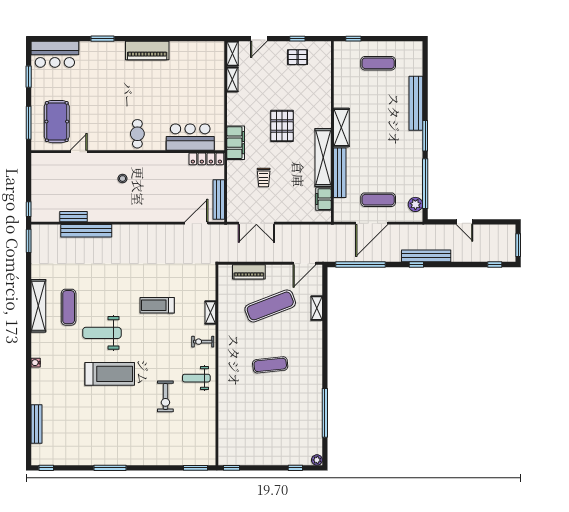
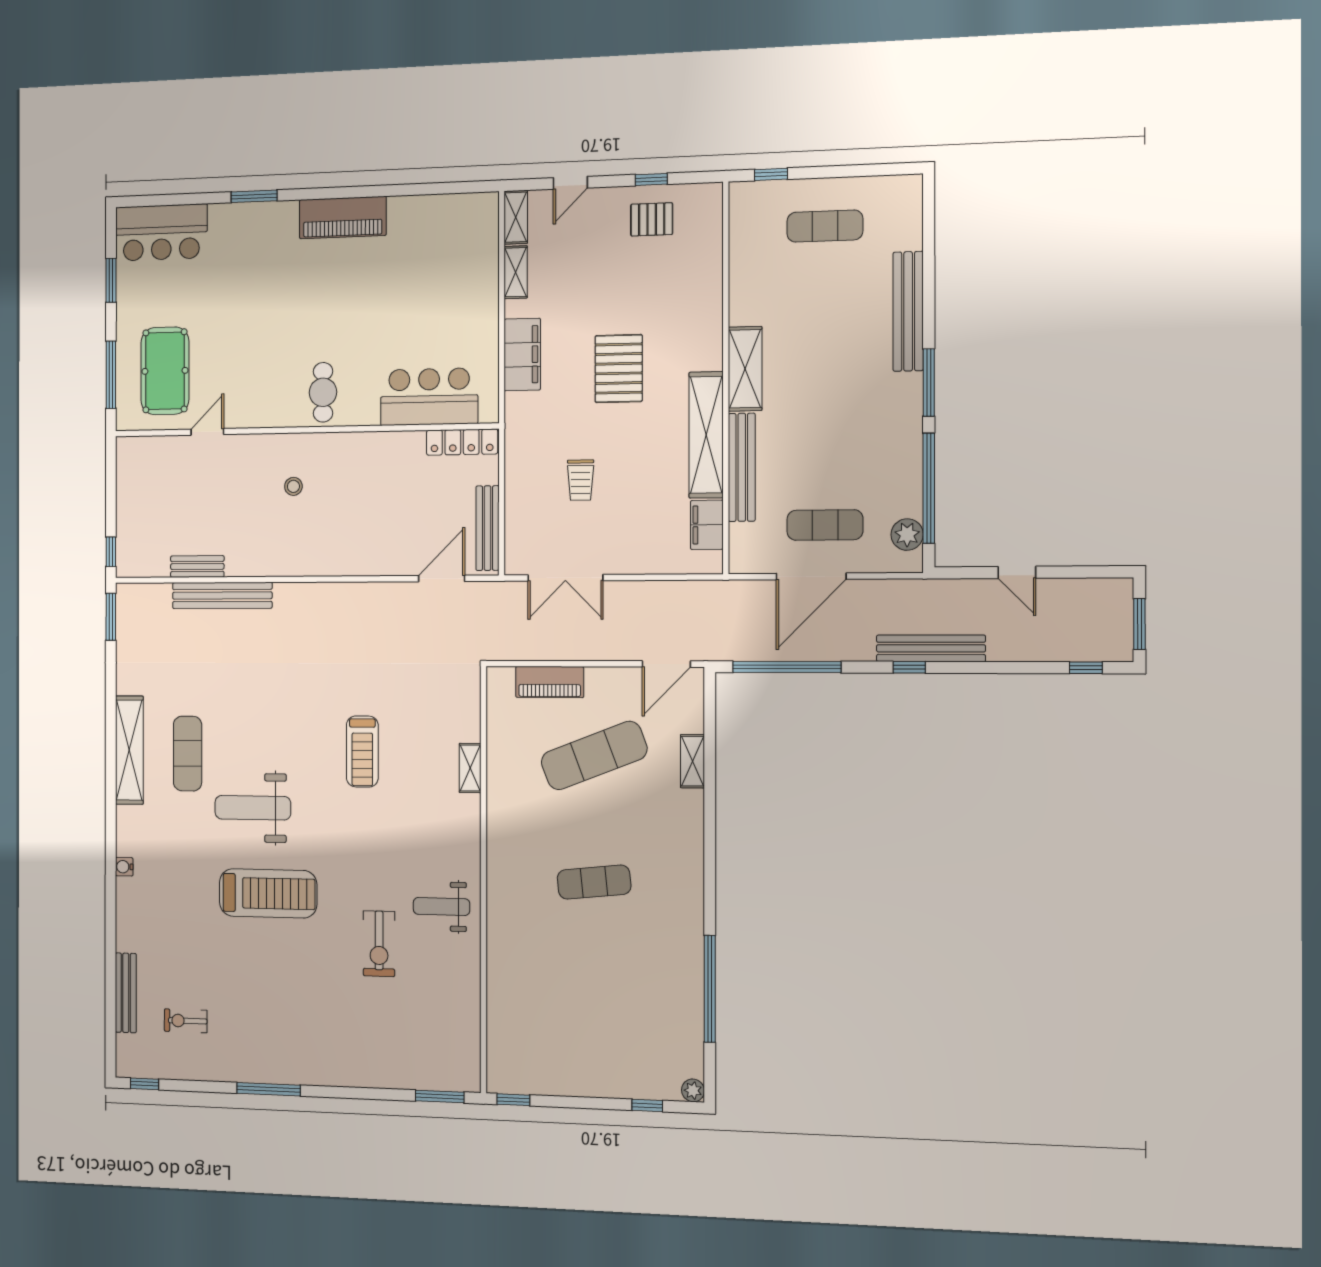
filing cabinet: (236, 143) -> (522, 355), moved
treadmill: (157, 305) -> (362, 752), turned -90
exercise bike: (203, 342) -> (186, 1021), moved

